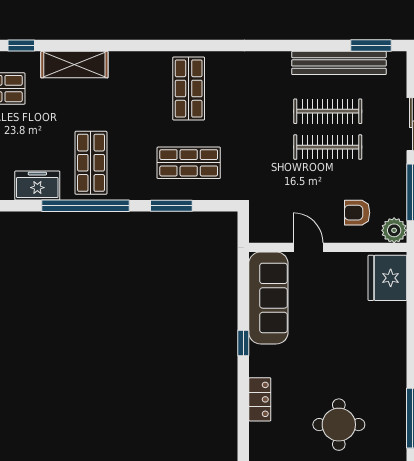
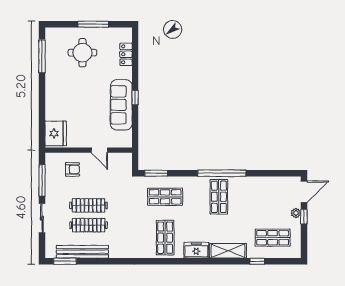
freezer: (37, 185) -> (196, 250), moved, turned 180
window: (171, 206) -> (156, 173), moved
plant: (394, 230) -> (52, 160), removed
sofa: (268, 298) -> (121, 105), moved
locker: (260, 399) -> (126, 54), moved

